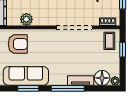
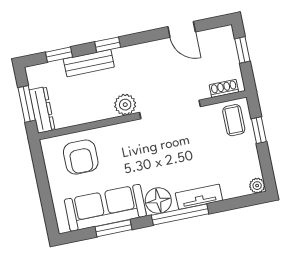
plant: (26, 19) -> (125, 105), moved
armchair: (18, 44) -> (81, 157), turned 90
floor lamp: (102, 78) -> (158, 201), moved

